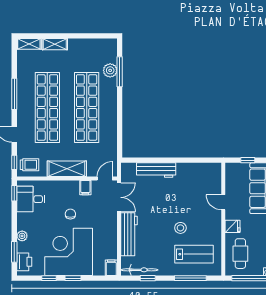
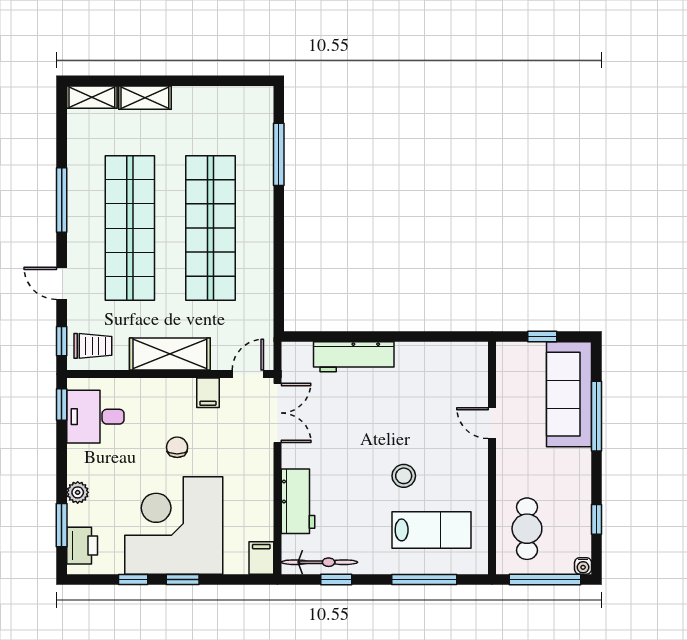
plant: (110, 70) -> (259, 152), removed
fridge: (233, 226) -> (511, 473), removed
workbench: (129, 234) -> (298, 501), width x0.73

